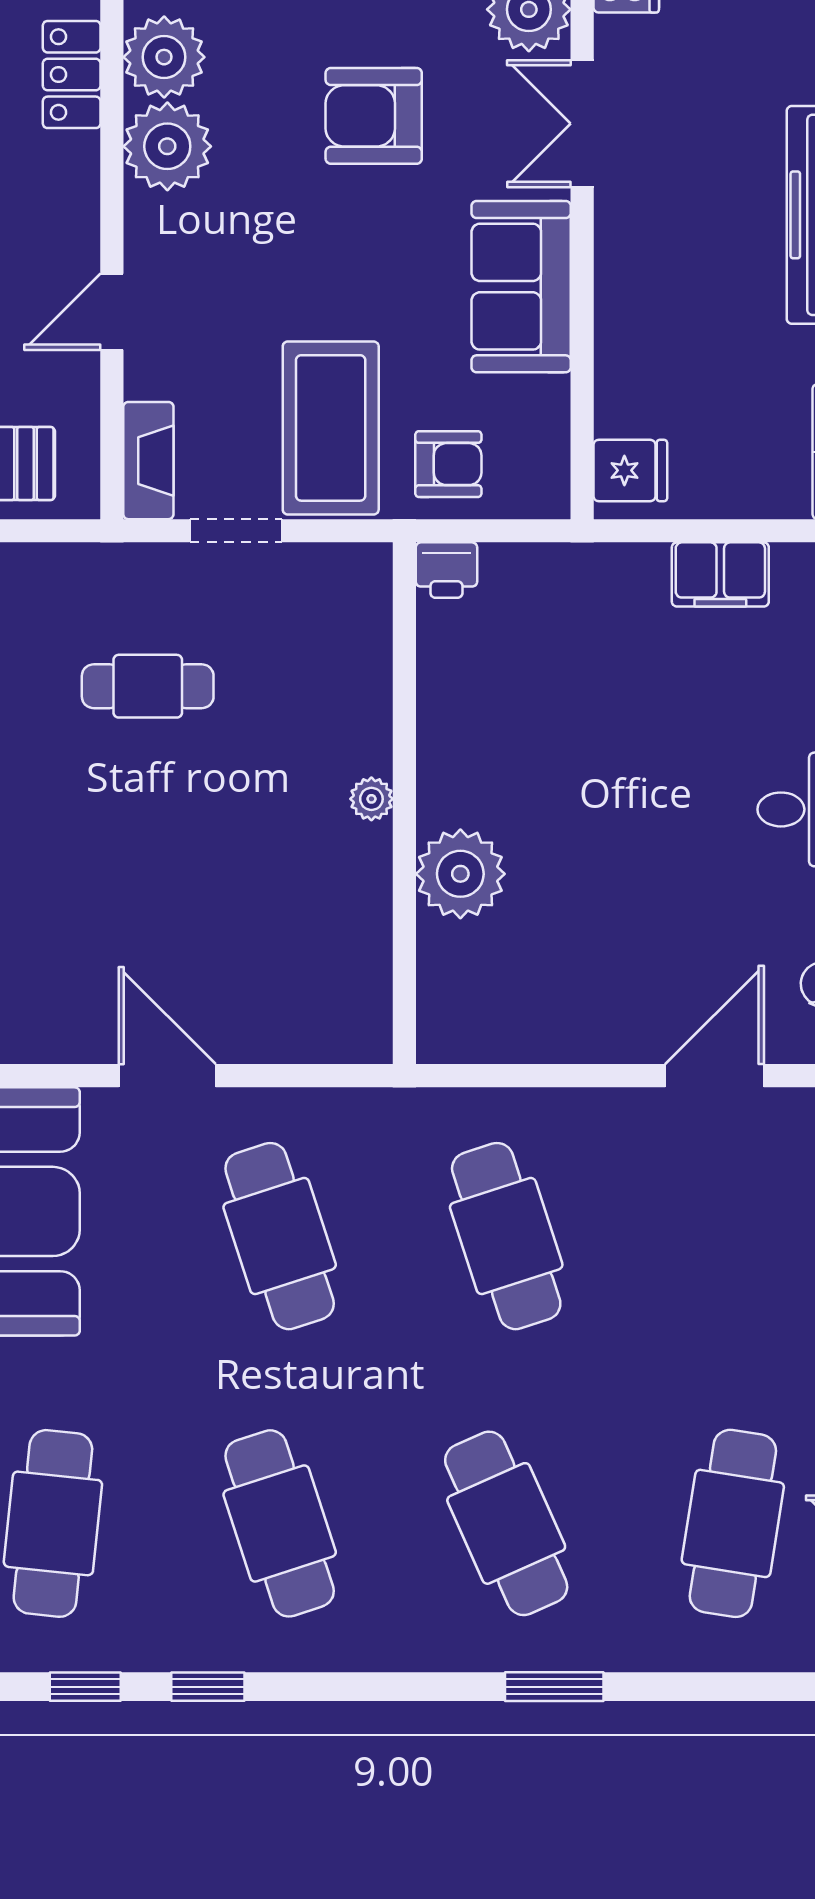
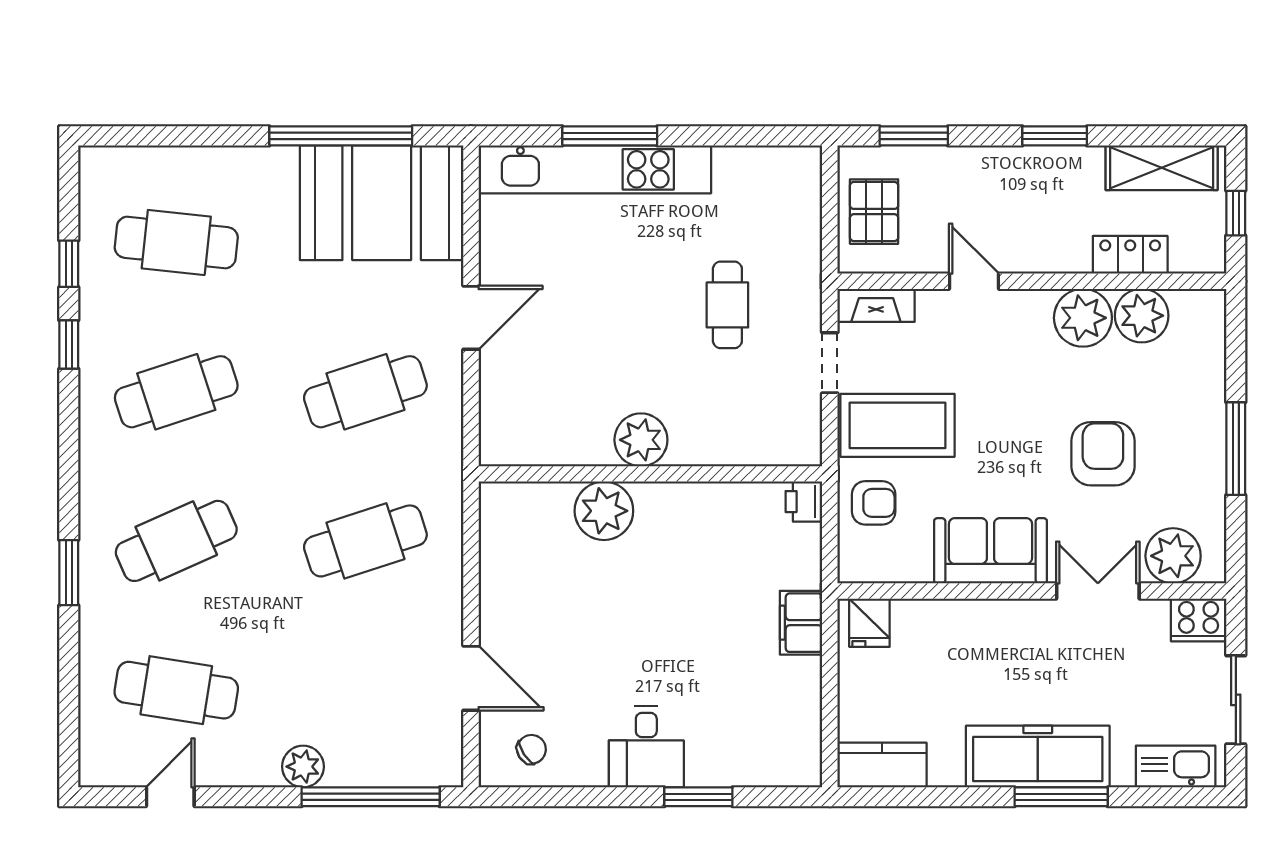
armchair: (448, 464) -> (874, 503), turned -90
filing cabinet: (720, 574) -> (801, 623), moved
plant: (371, 799) -> (641, 440), width x1.88, depth x1.88

